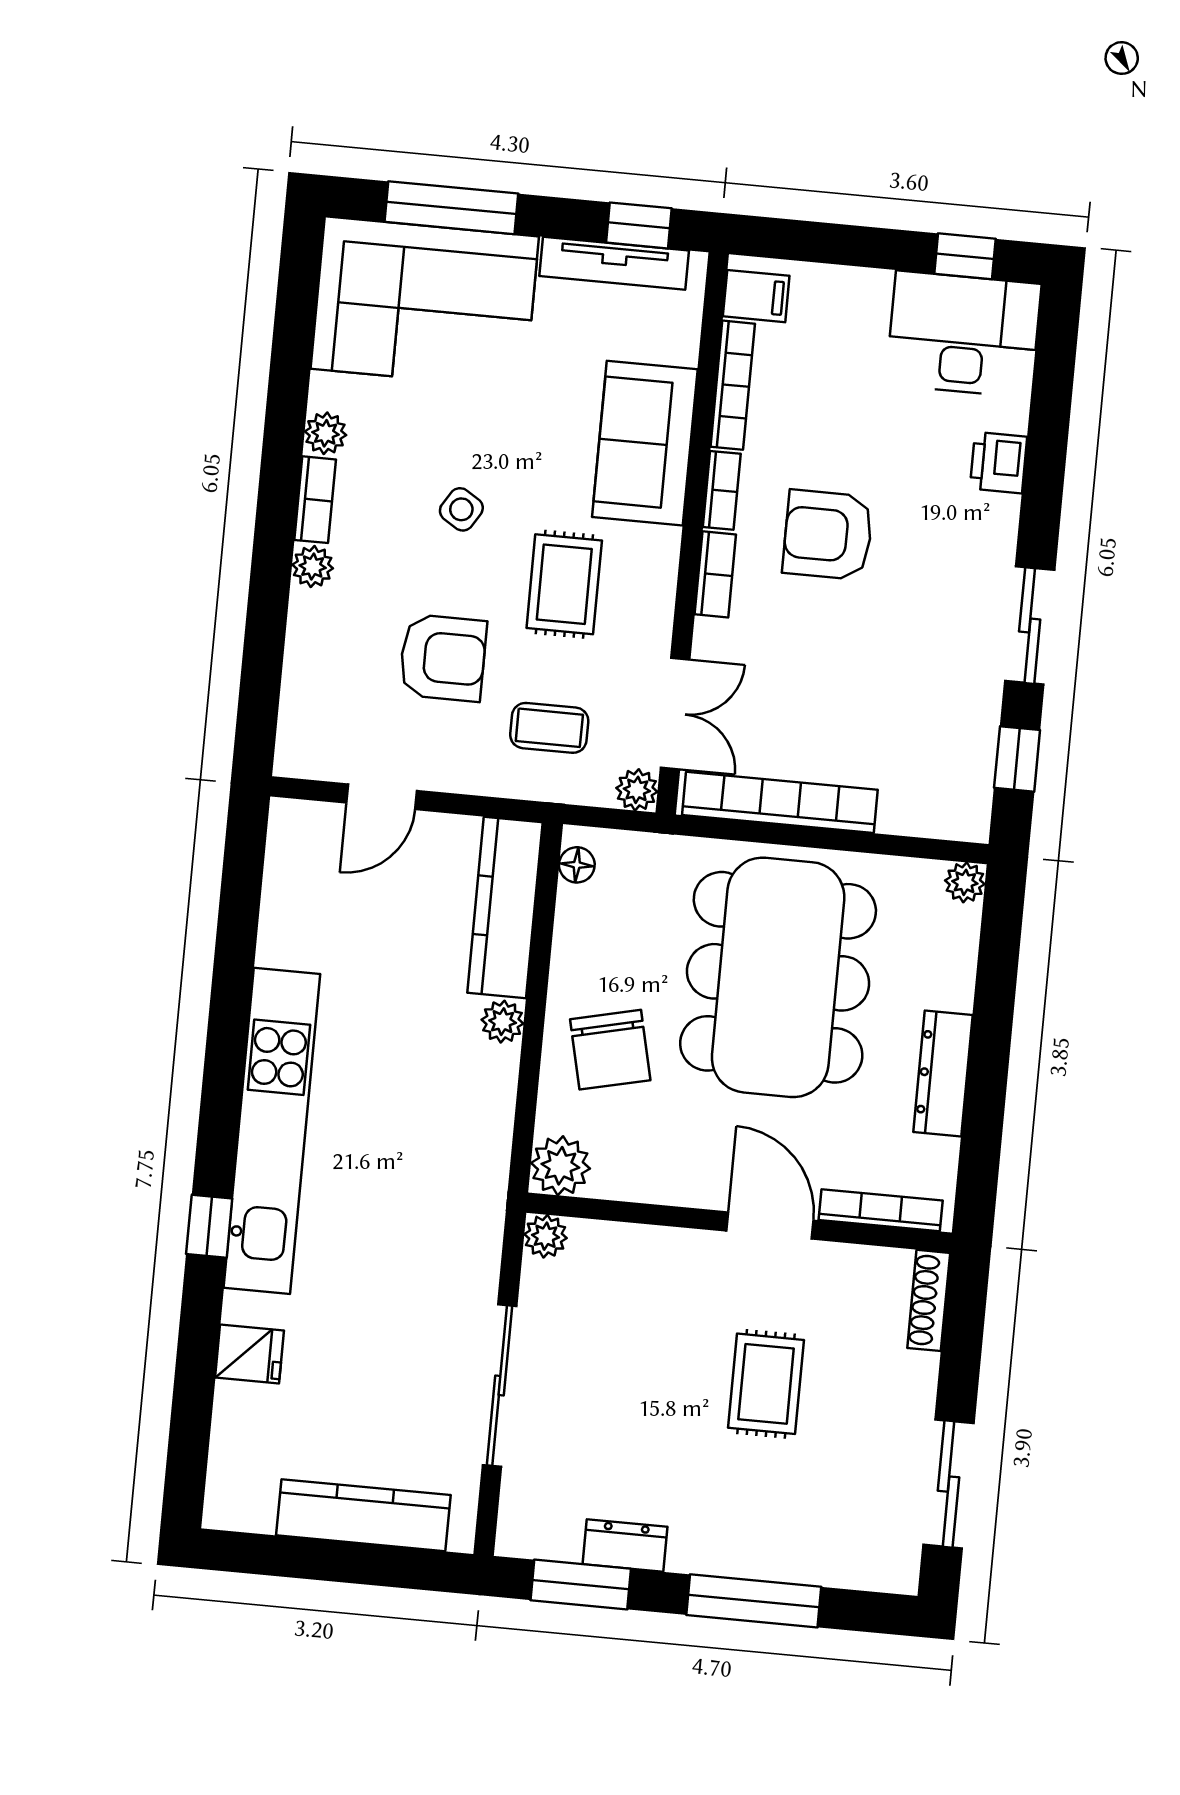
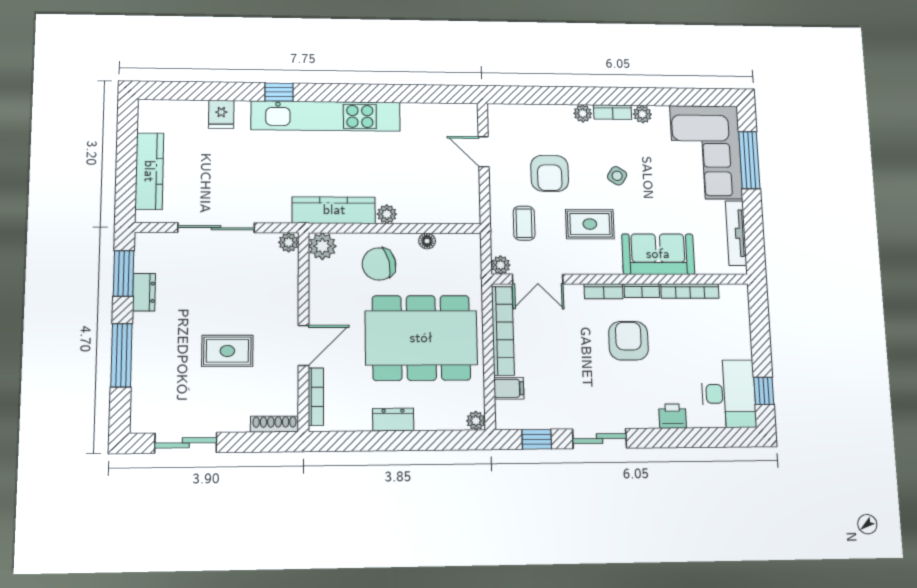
window: (639, 225) -> (754, 243), removed
filing cabinet: (756, 296) -> (509, 388), moved, turned -90
floor lamp: (577, 865) -> (427, 241), moved
kitchen counter: (505, 908) -> (334, 210), moved
dresser: (943, 1073) -> (393, 420), width x0.70

